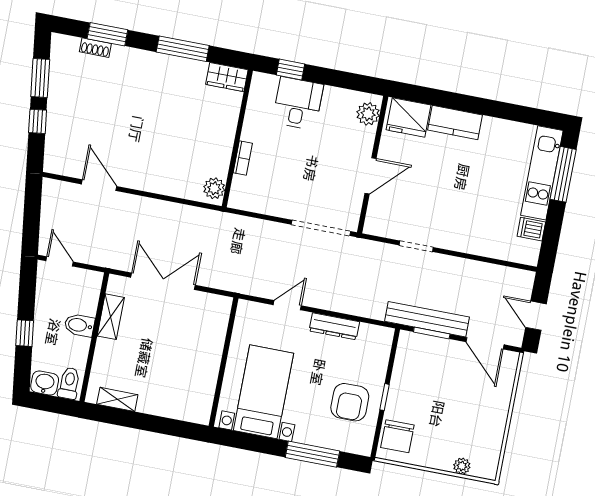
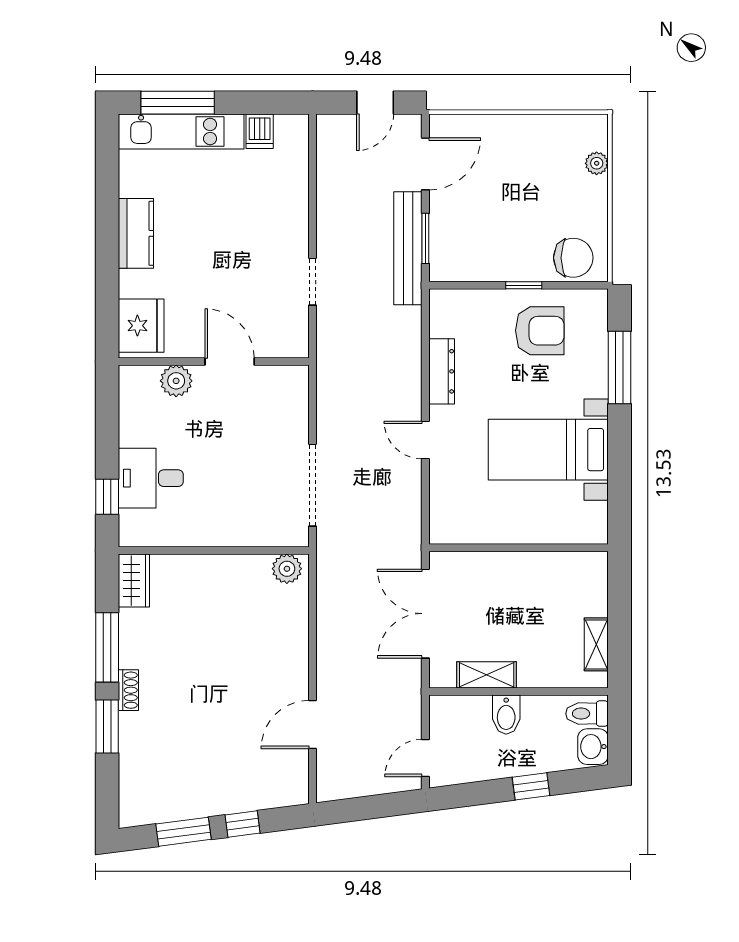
window: (107, 34) -> (107, 727), moved
shoe rack: (95, 48) -> (128, 690), moved
plant: (368, 114) -> (176, 381), moved
kitchen counter: (455, 123) -> (136, 233), moved
bookcase: (243, 158) -> (239, 538), removed
doorway: (321, 228) -> (313, 485), moved
wall: (224, 362) -> (518, 548), moved

